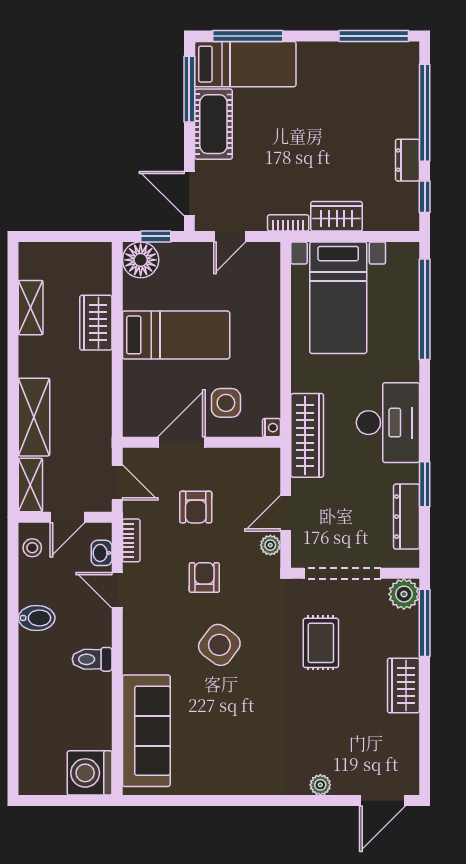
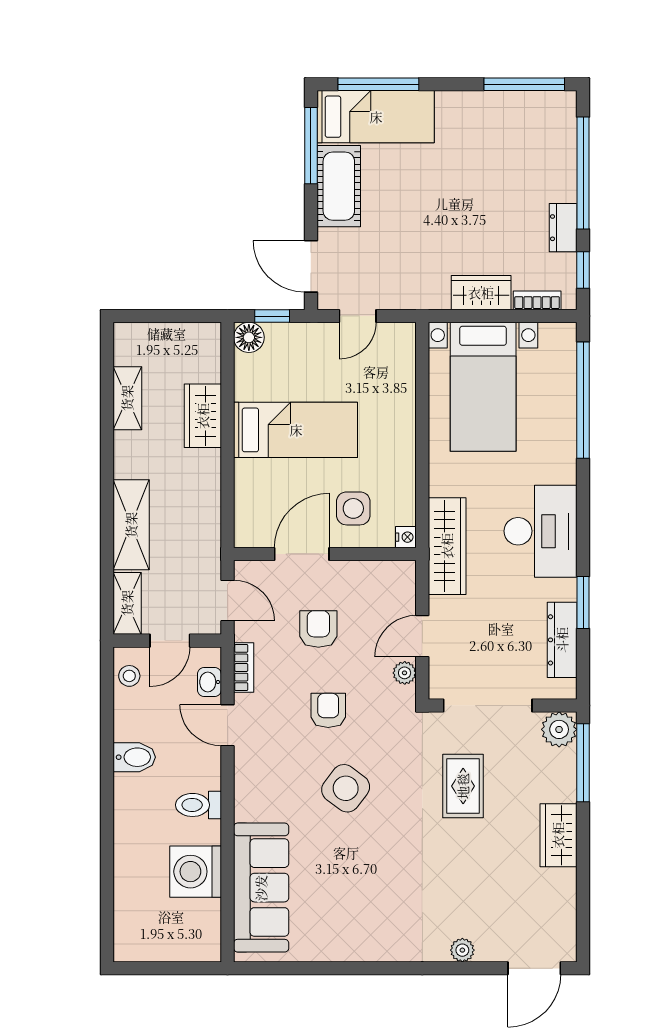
bookcase: (288, 223) -> (537, 300), moved
floor lamp: (141, 260) -> (249, 337), width x0.73, depth x0.73
armchair: (196, 507) -> (318, 629), turned 180
washing machine: (90, 773) -> (196, 872), moved

